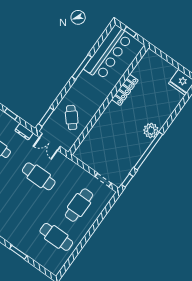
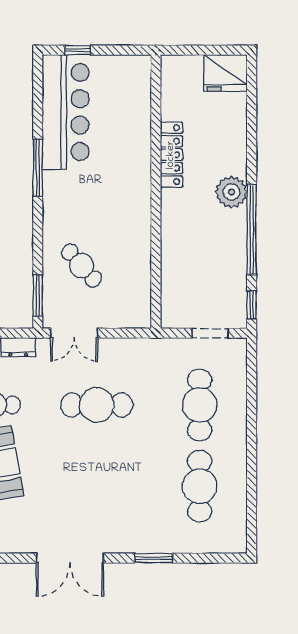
locker: (125, 90) -> (171, 155), moved
wall: (108, 100) -> (156, 192), moved
cafe table: (56, 237) -> (200, 486), turned 90

